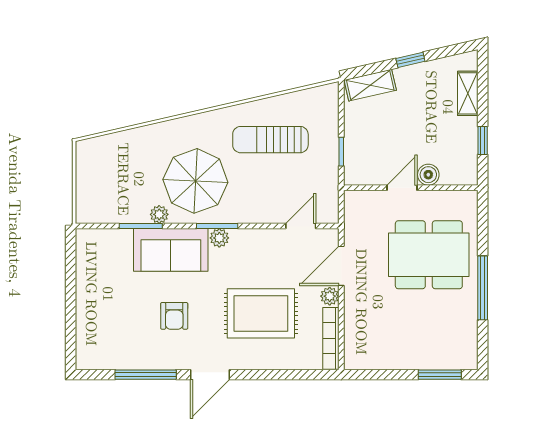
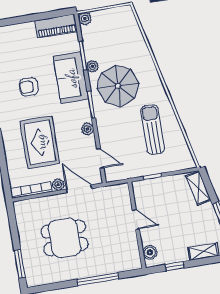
boiler: (428, 175) -> (150, 252), moved
plant: (85, 214) -> (85, 19), added
plant: (219, 238) -> (87, 129), moved
dining table: (429, 255) -> (65, 238), moved, width x0.73
piano: (89, 259) -> (56, 26), added
window: (483, 288) -> (98, 279), moved

